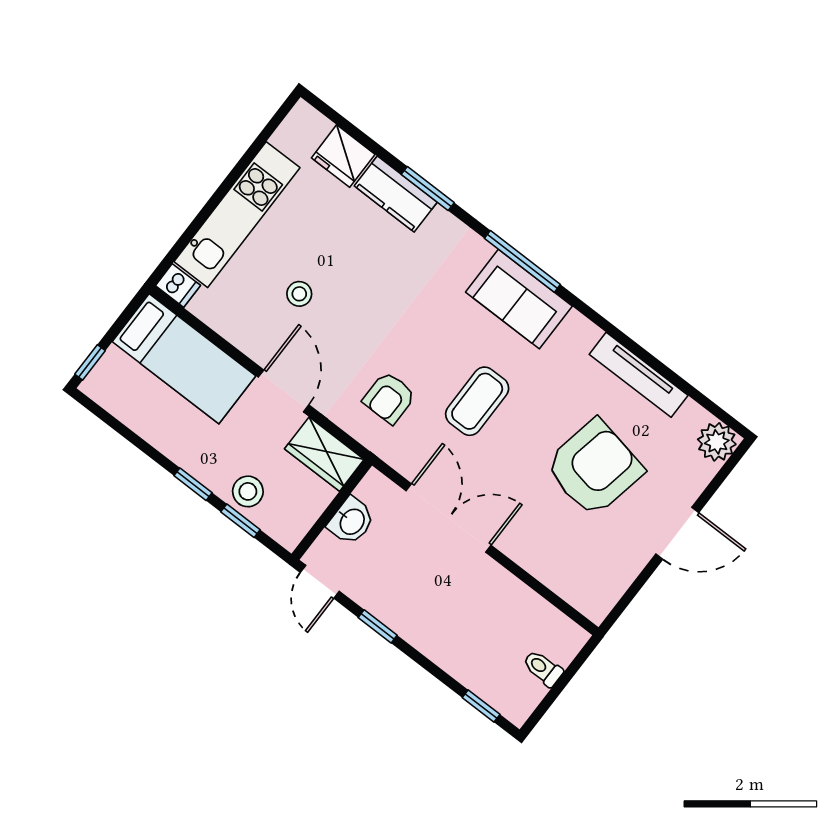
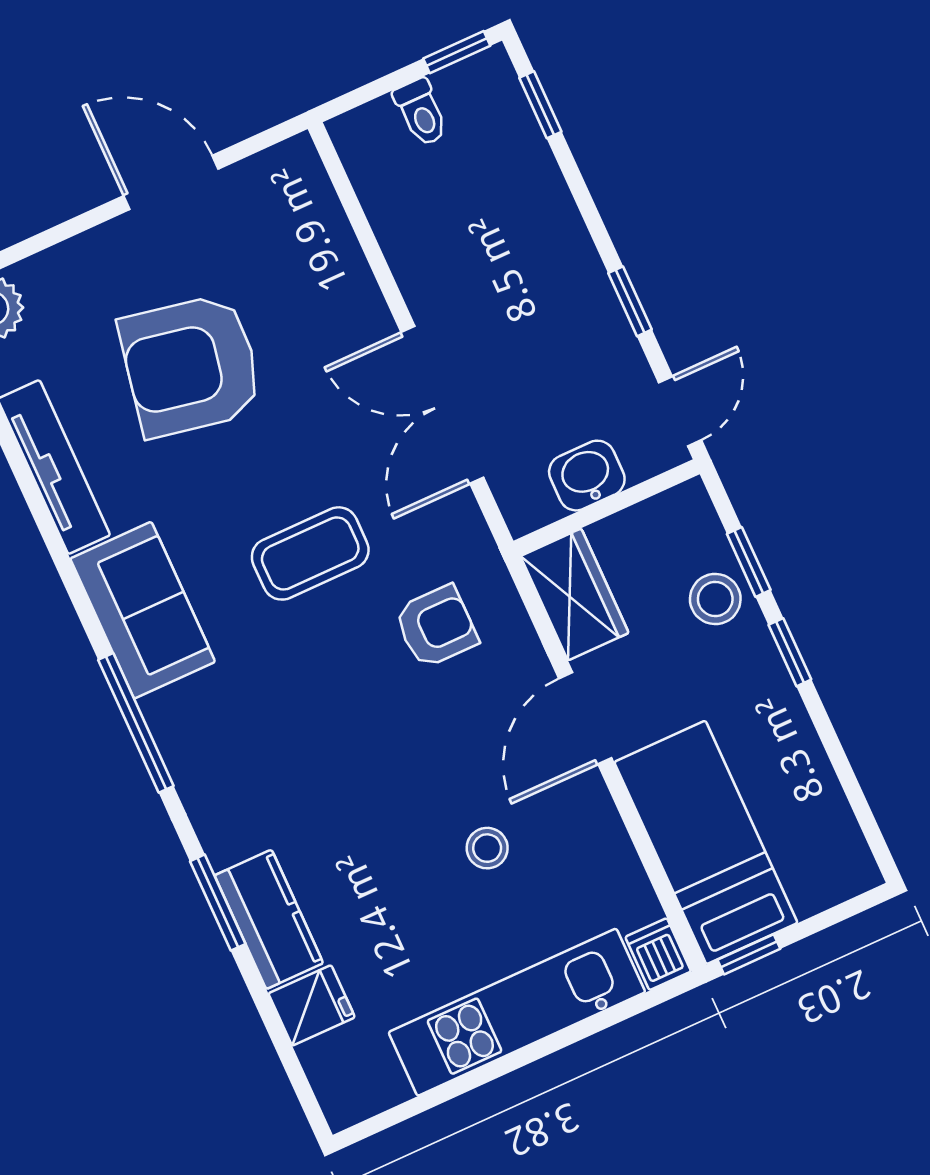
fridge: (343, 156) -> (312, 1005), width x0.72
sofa: (519, 299) -> (143, 610), moved
window: (90, 362) -> (749, 954), moved
door: (677, 533) -> (171, 182), moved
window: (541, 710) -> (457, 52), added

